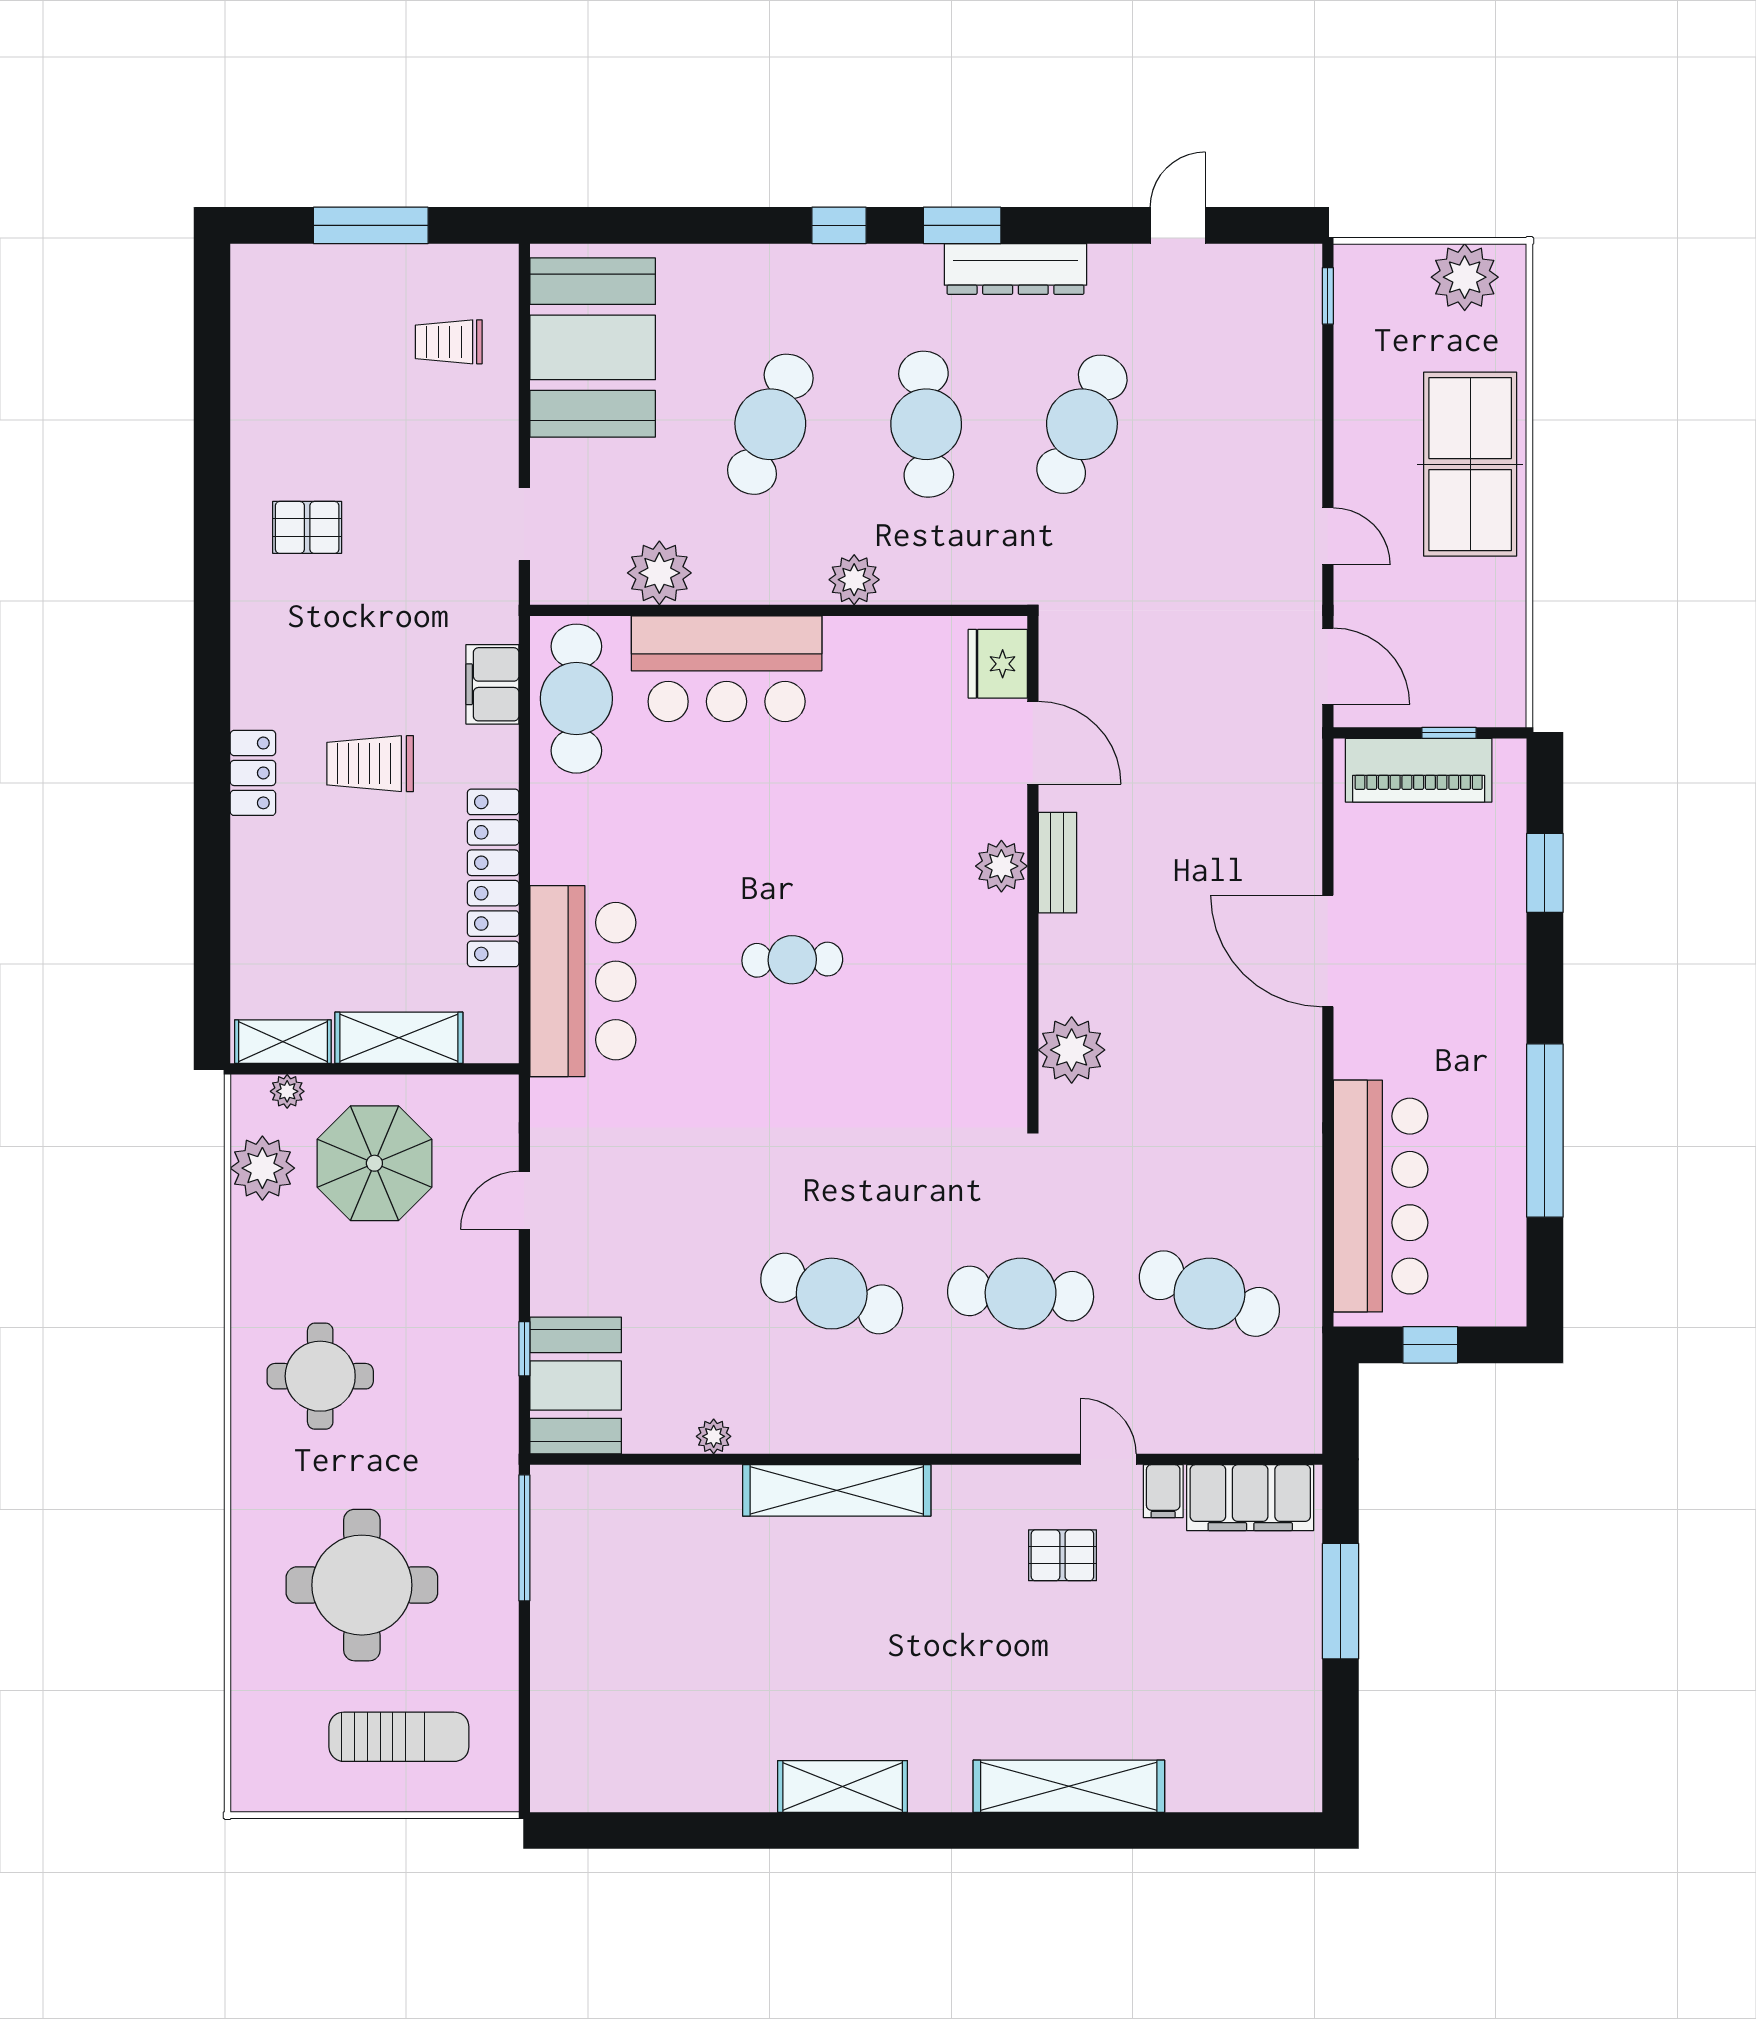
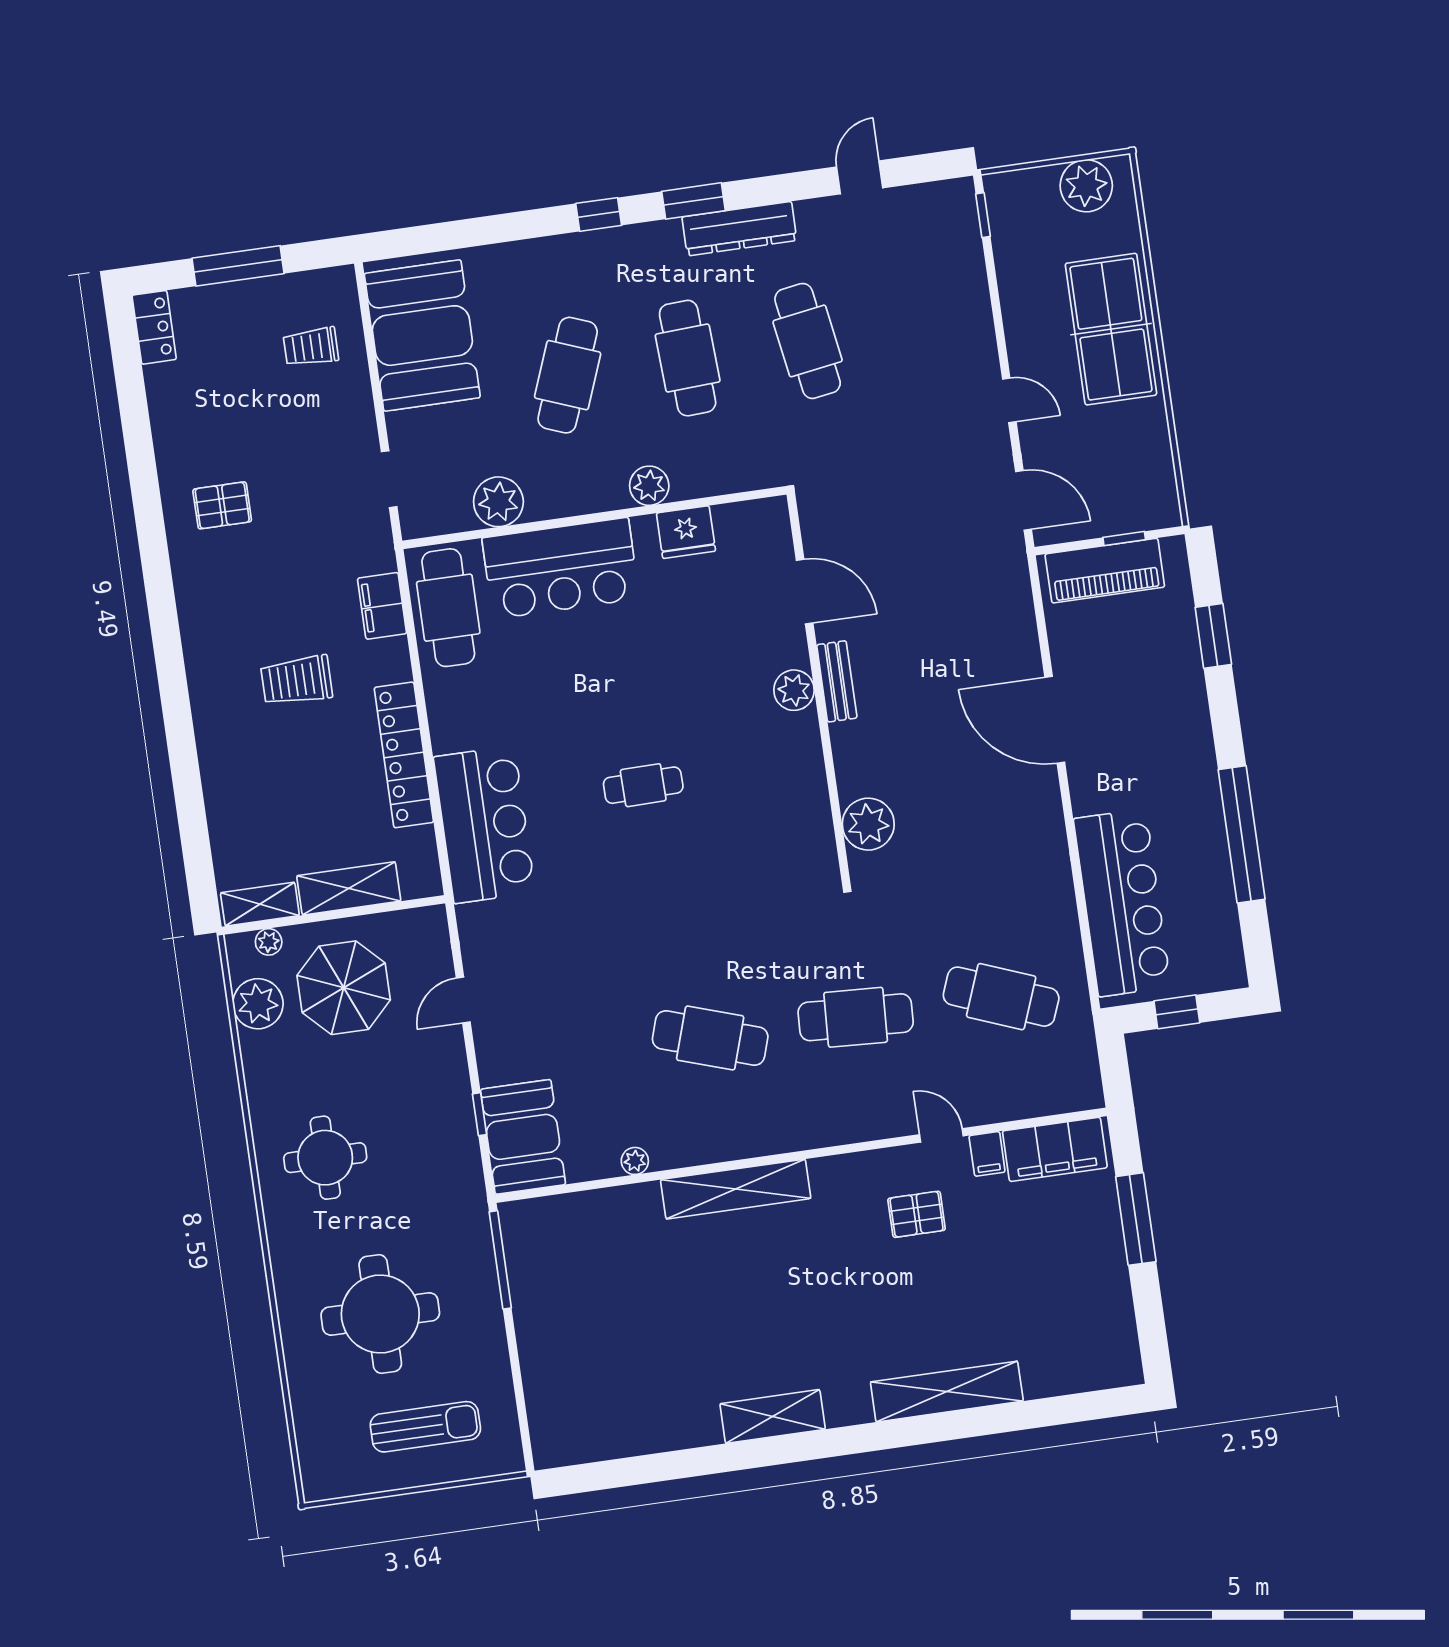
cafe table: (1082, 424) -> (808, 341), turned -33
fridge: (998, 664) -> (686, 532), moved, turned -90
locker: (253, 773) -> (154, 327), moved

